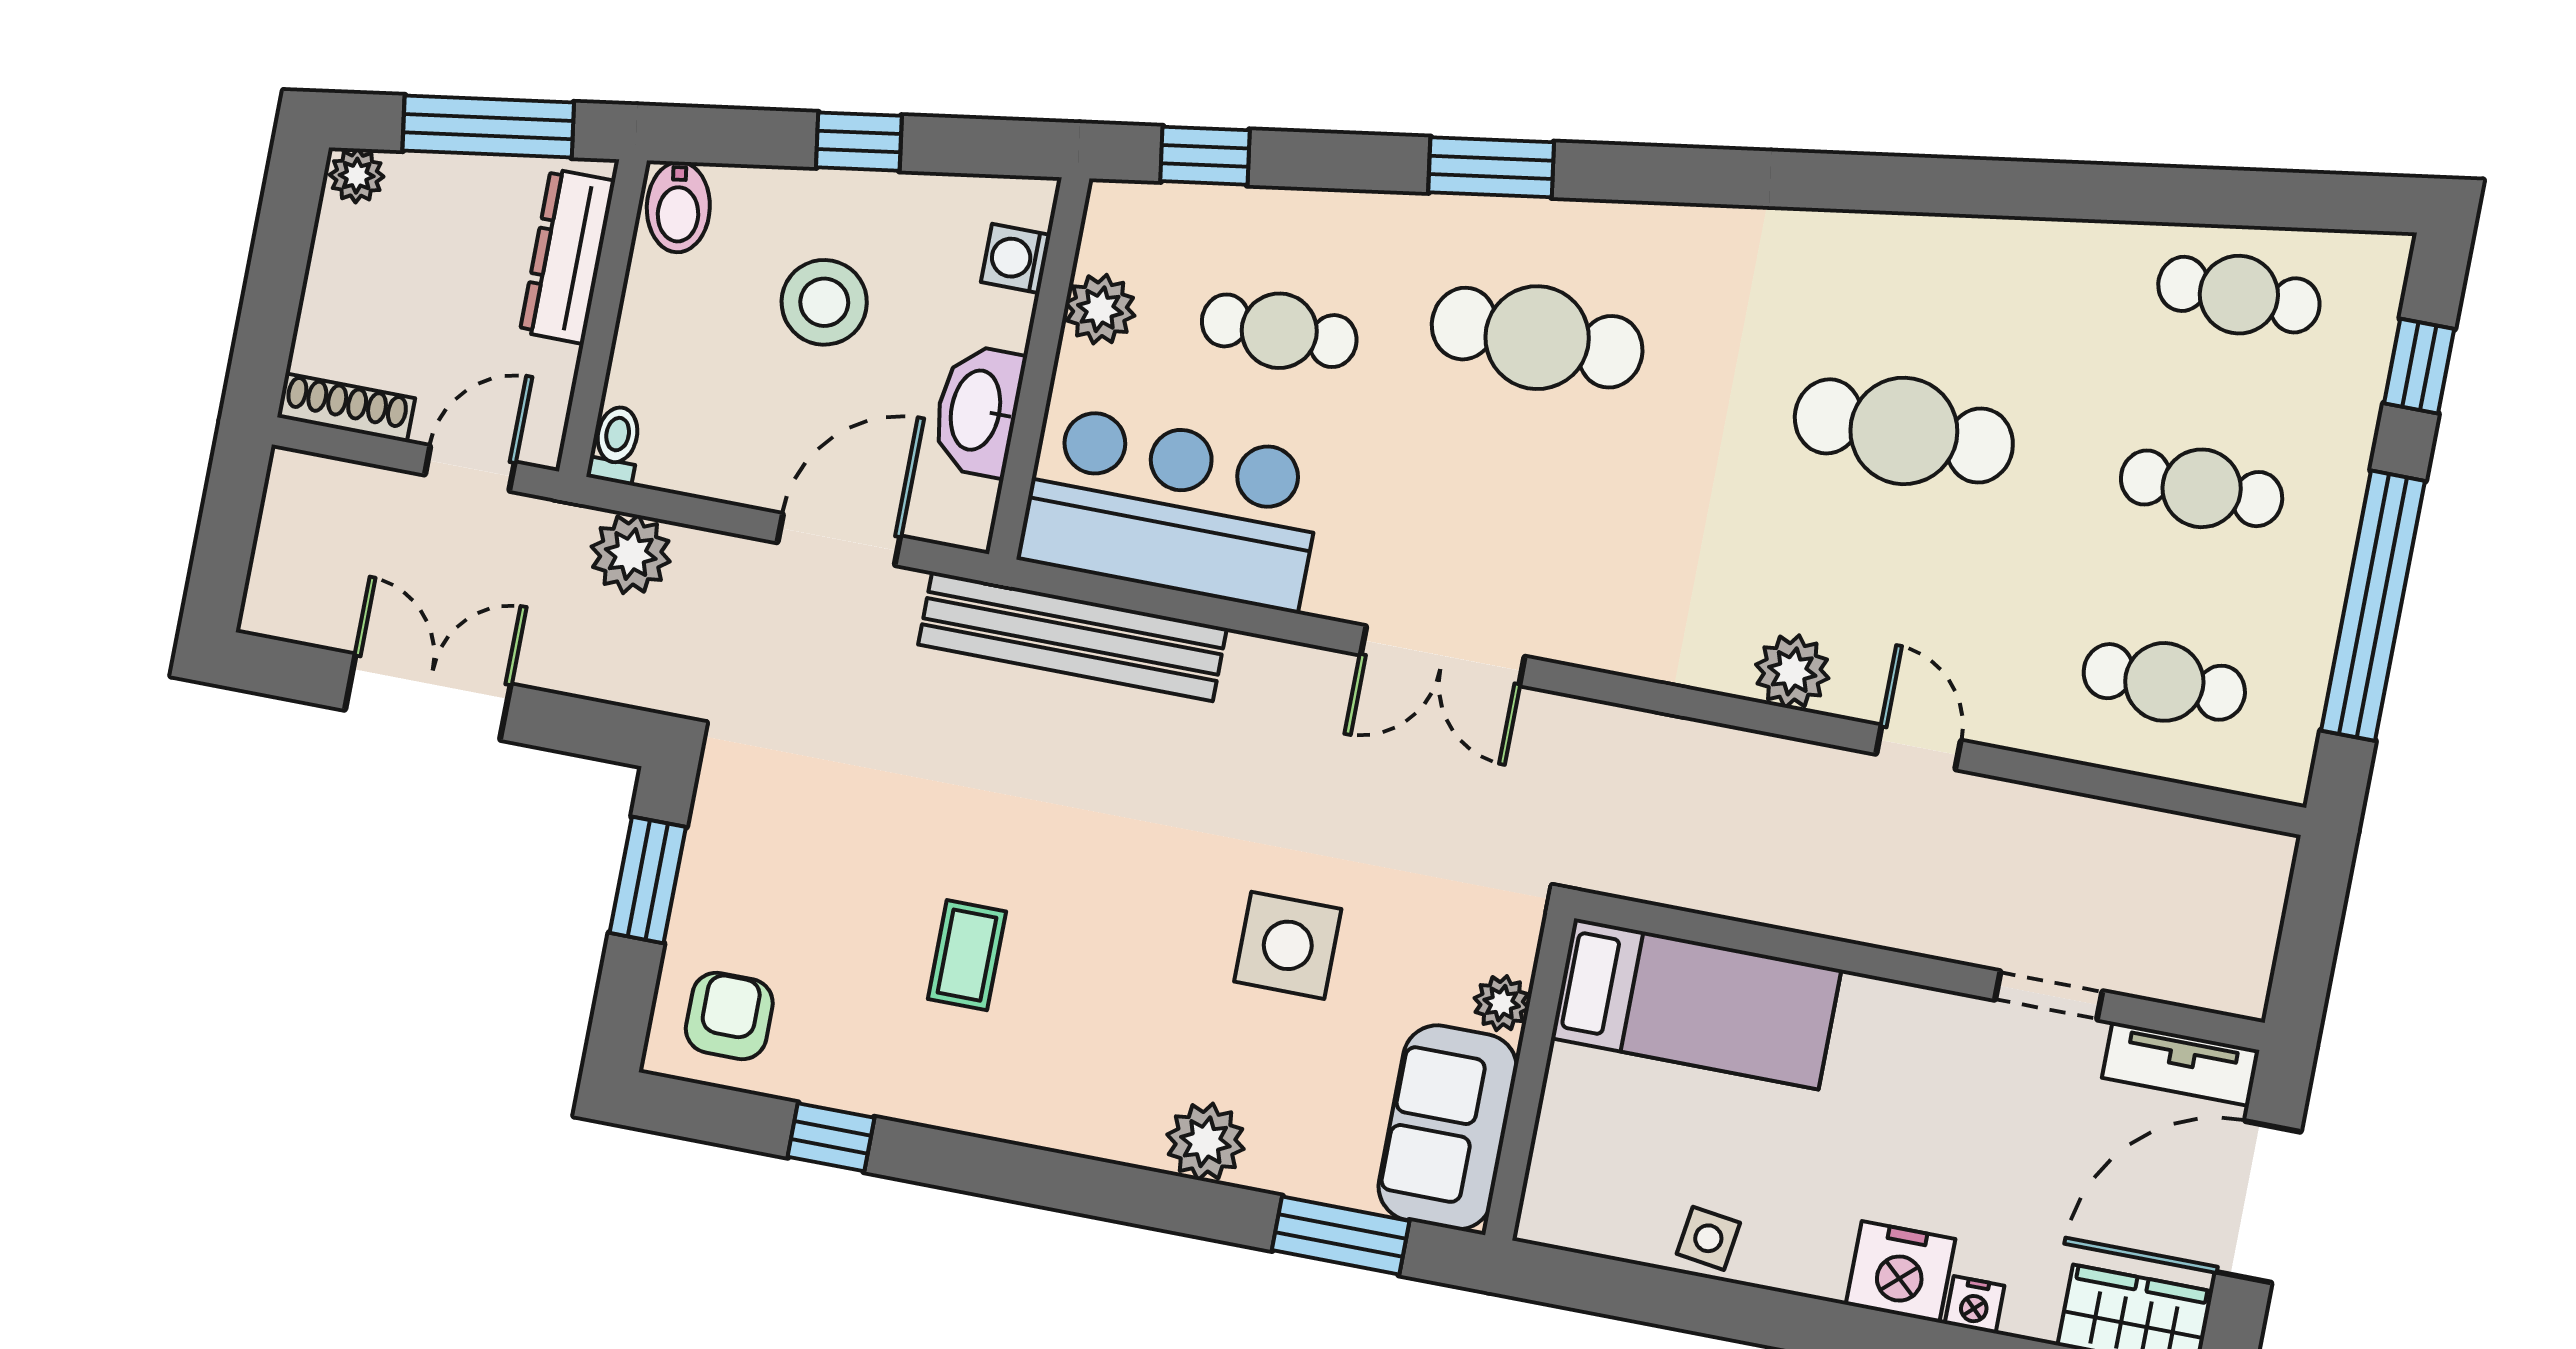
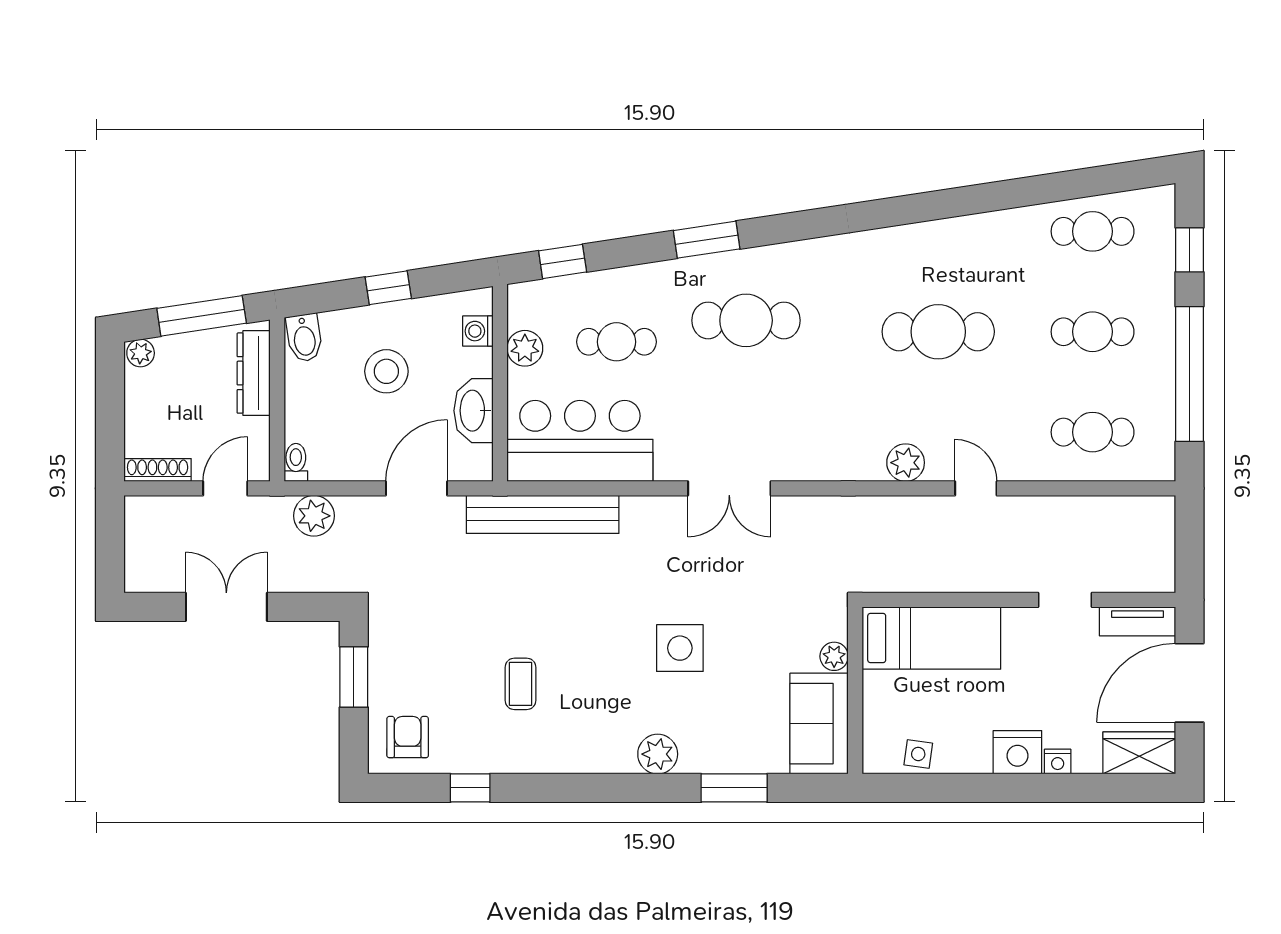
plant: (1502, 1003) -> (834, 656), moved
bed: (1696, 1004) -> (931, 638), moved
wall: (1530, 1077) -> (855, 690), moved
sofa: (1448, 1127) -> (819, 724), moved

